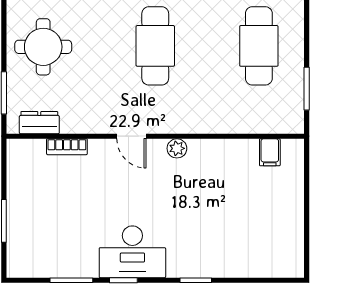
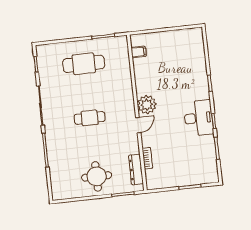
cafe table: (155, 46) -> (90, 118), width x0.73, depth x0.74
dresser: (39, 123) -> (136, 169), width x1.44
plant: (177, 148) -> (147, 105), width x1.88, depth x1.88

